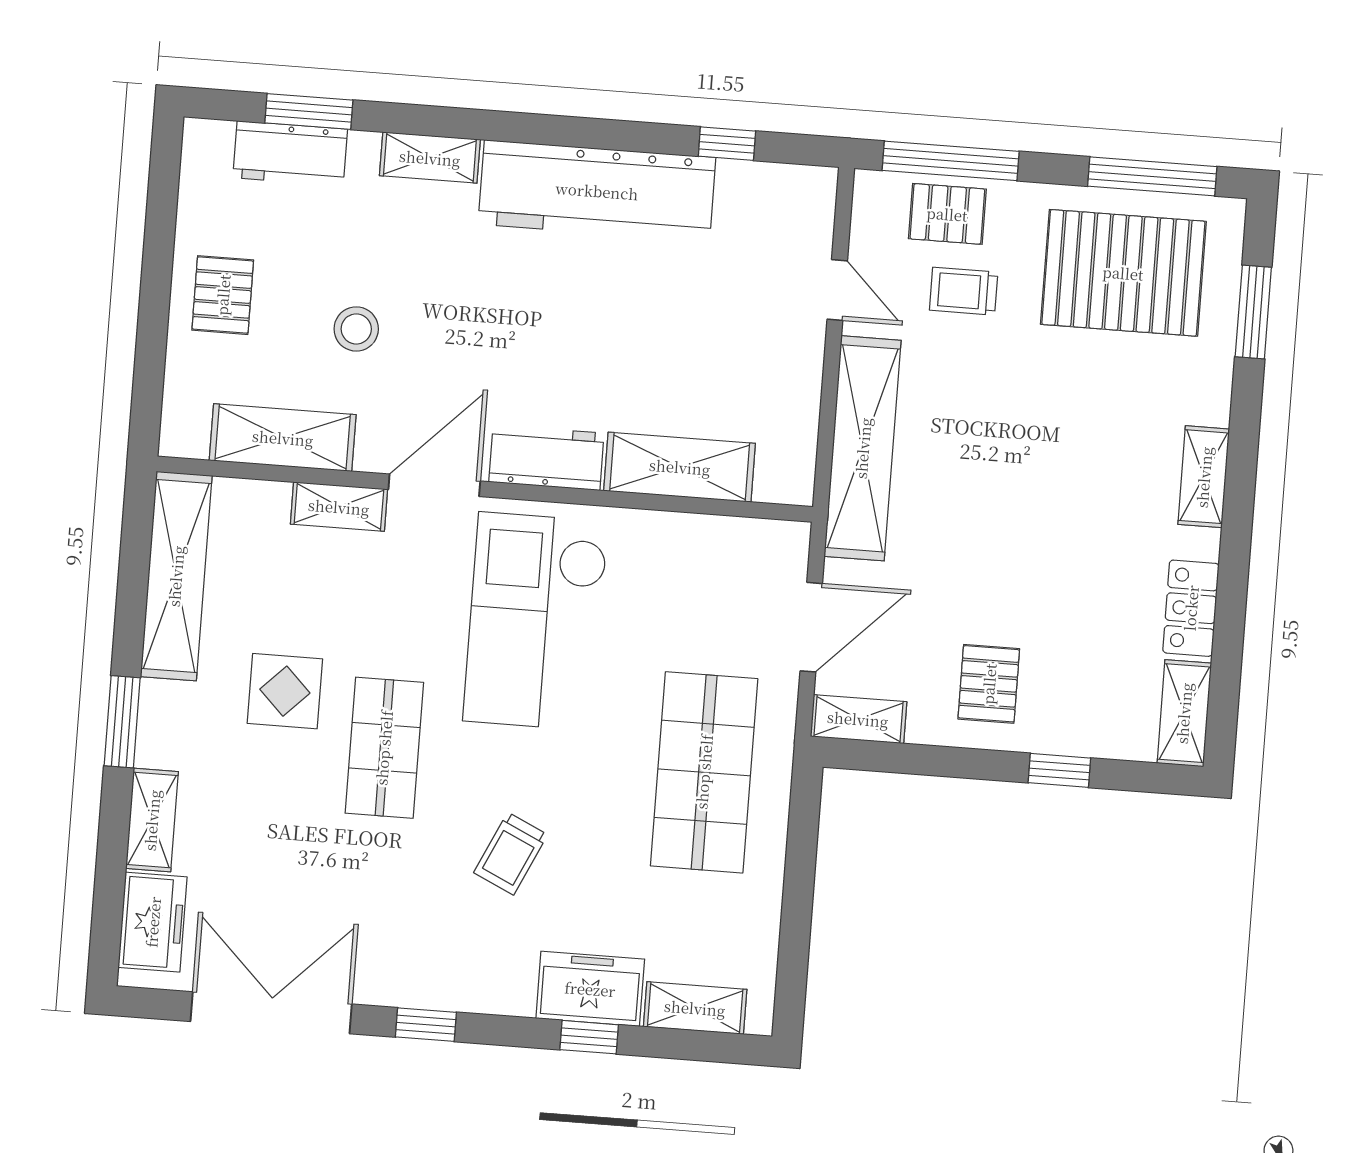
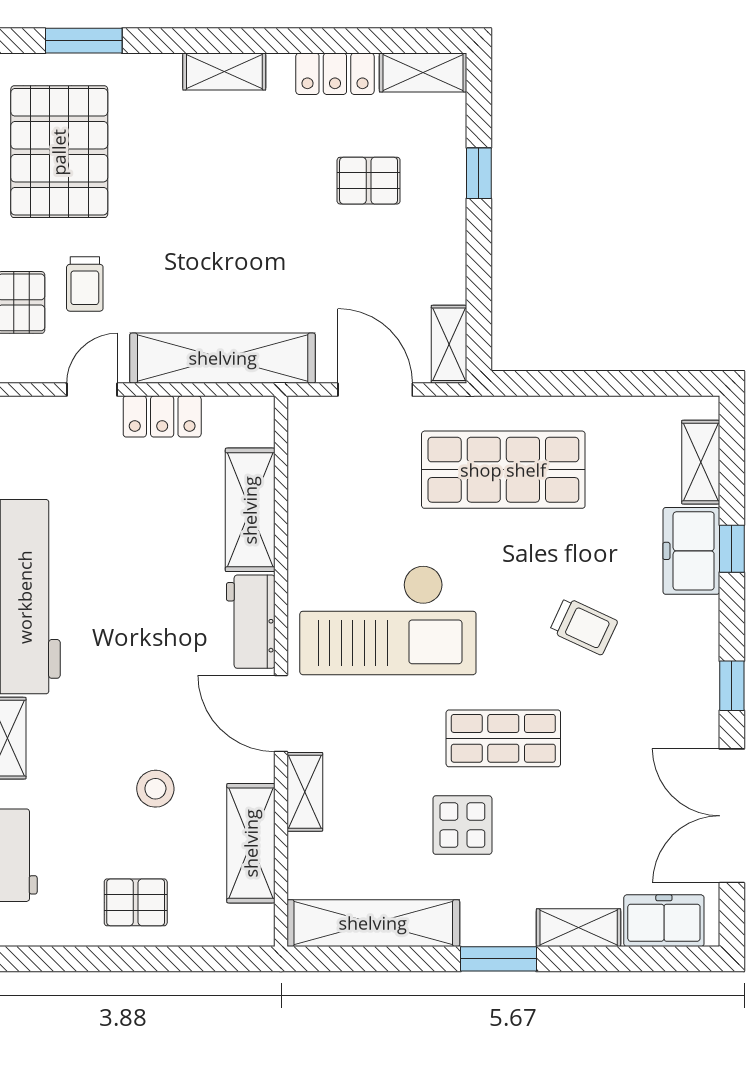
locker: (799, 371) -> (162, 416), added
pallet: (989, 684) -> (369, 181), moved

